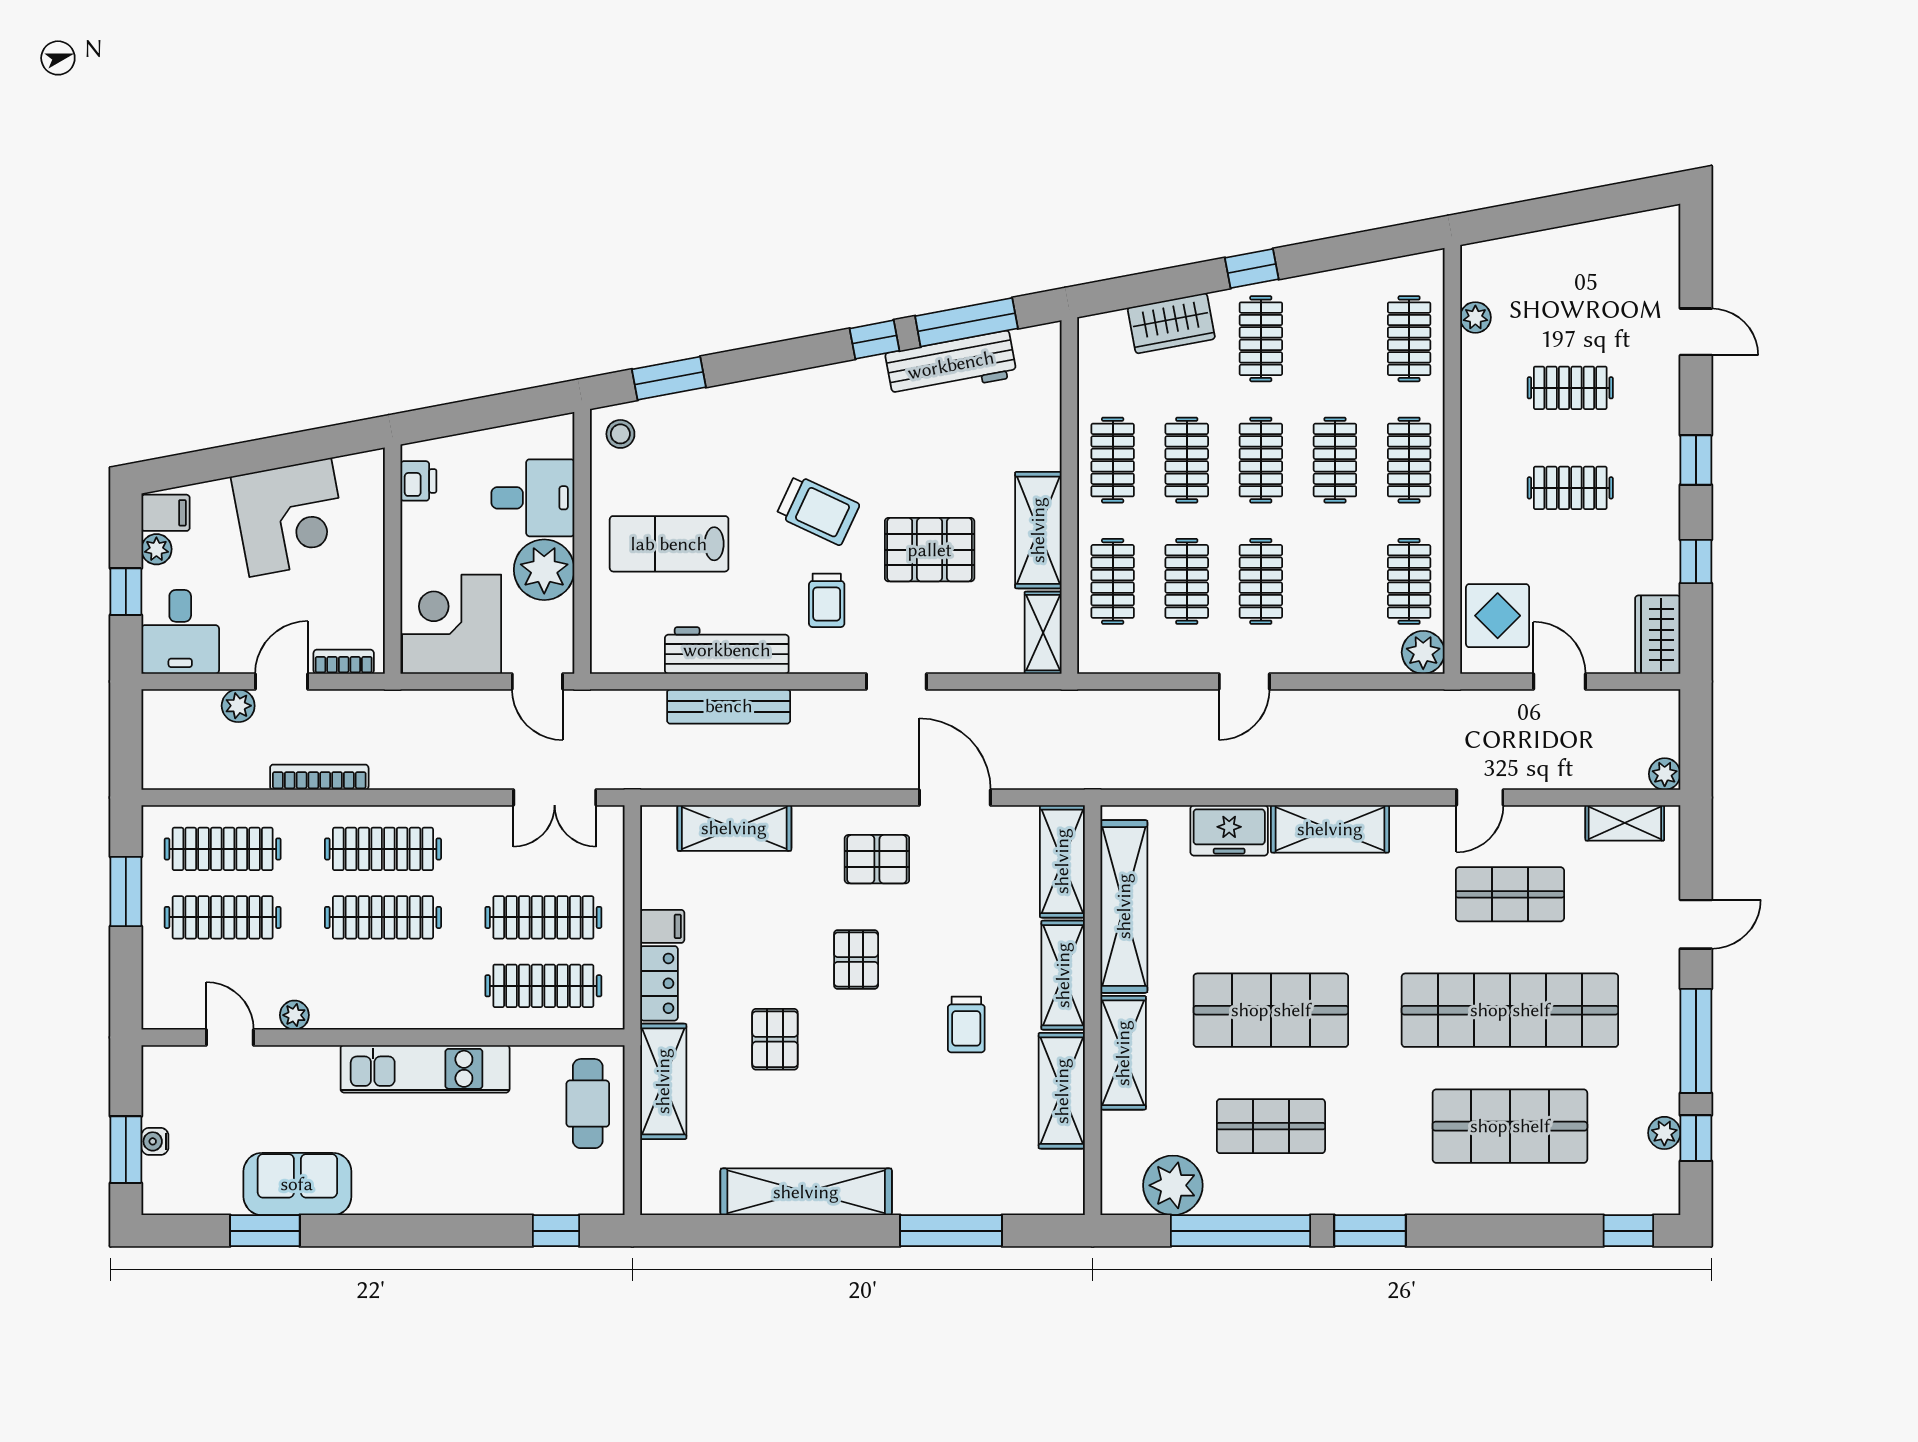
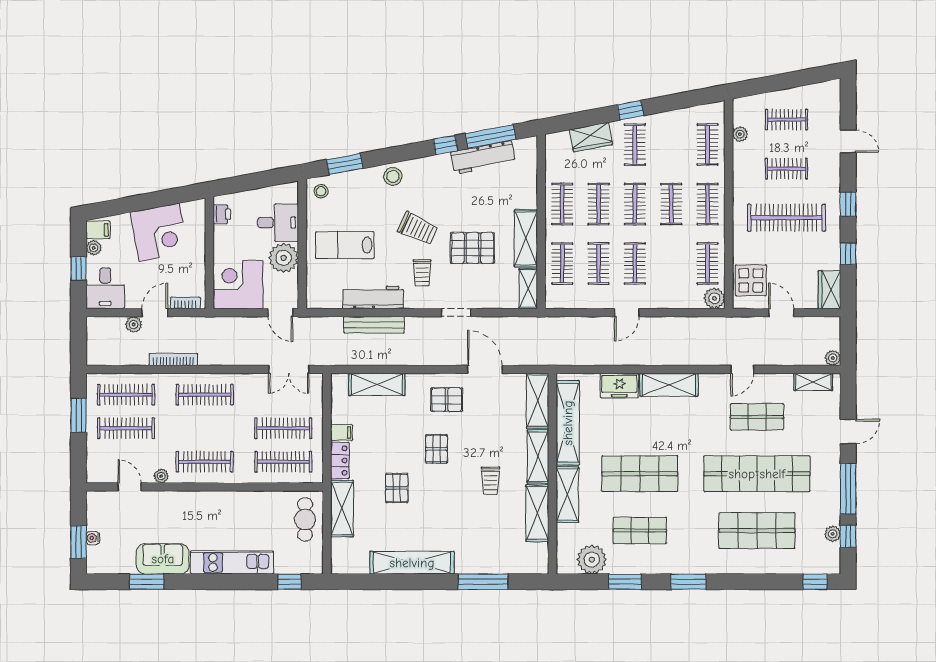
clothes rail: (1570, 288) -> (787, 120), added
stool: (767, 404) -> (393, 177), added
clothes rail: (1570, 488) -> (787, 218), width x1.86, depth x1.31
clothes rail: (383, 917) -> (205, 462), moved
kitchen unit: (425, 1069) -> (232, 562), moved, turned 180
window: (1241, 1231) -> (625, 582), width x0.47

